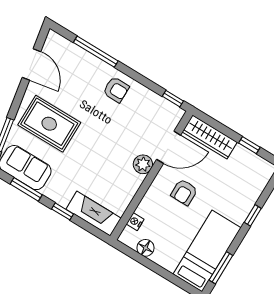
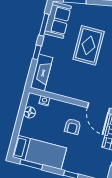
rug: (49, 124) -> (89, 45), moved
plant: (143, 164) -> (83, 95), removed
armchair: (184, 192) -> (73, 126), turned -90

